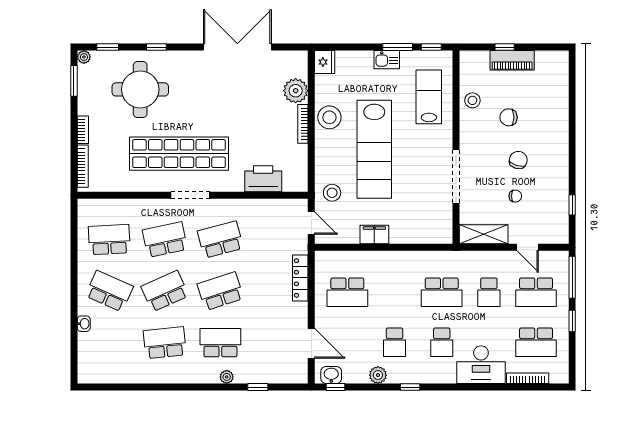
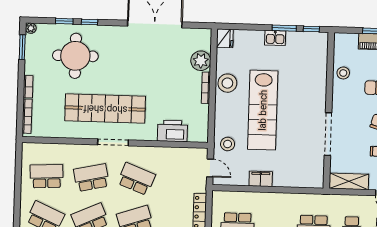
window: (108, 47) -> (64, 21), moved
lab bench: (429, 97) -> (308, 69), removed
school desk: (220, 240) -> (136, 179), turned 36

